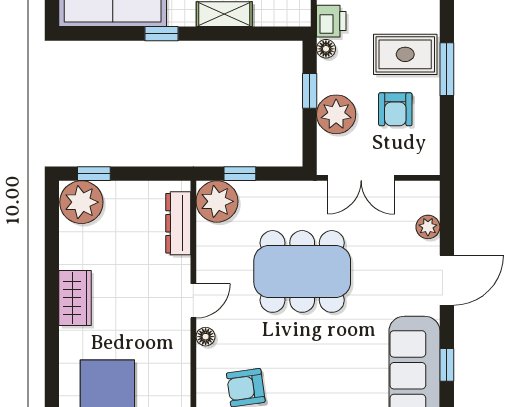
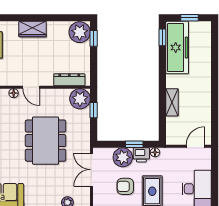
printer: (331, 21) -> (141, 155), moved
window: (161, 34) -> (162, 37), moved

